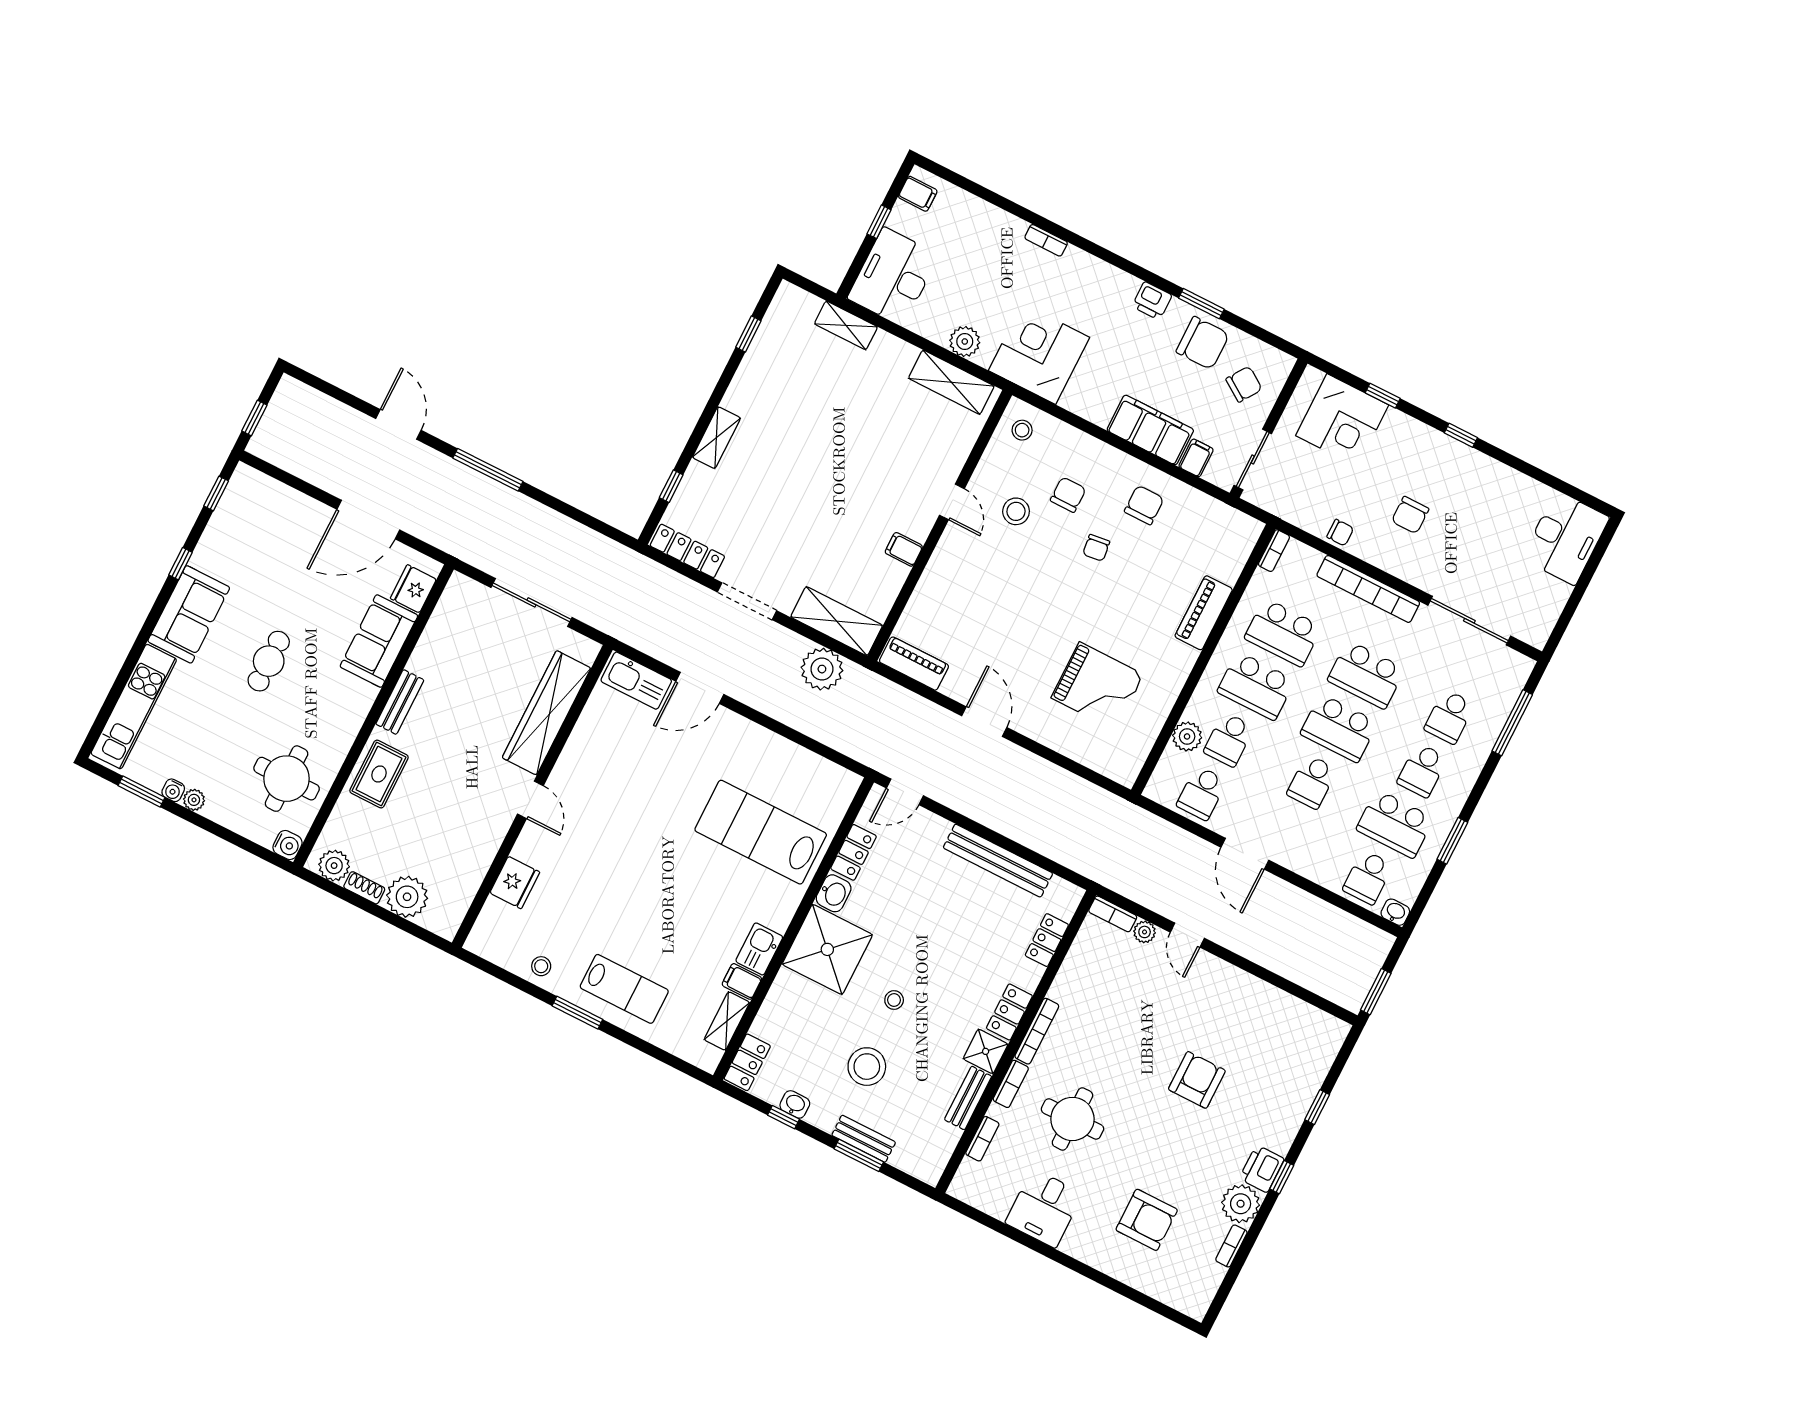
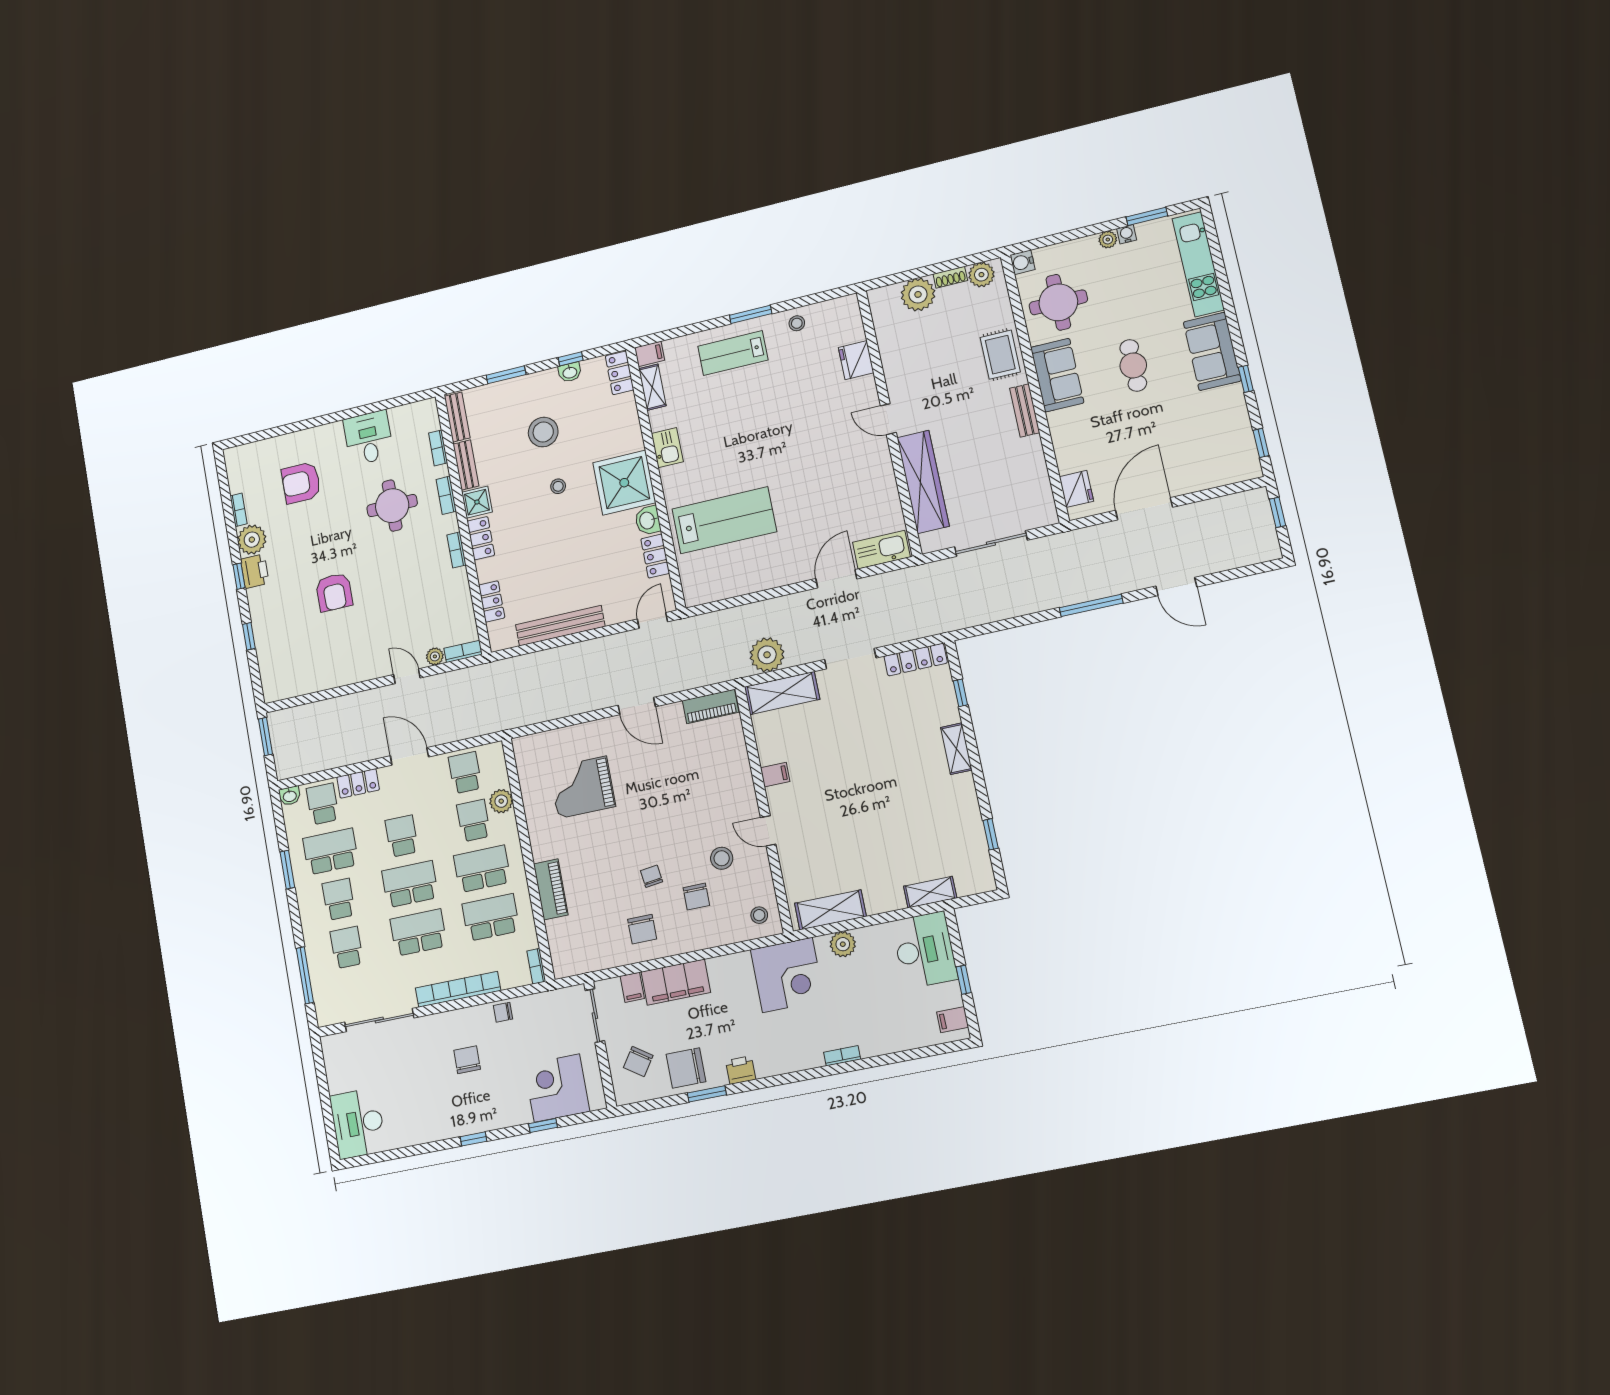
sofa: (379, 641) -> (1057, 375), moved
locker: (1317, 869) -> (358, 783), added
filing cabinet: (742, 981) -> (650, 354), moved
bookcase: (1037, 1031) -> (457, 550), width x0.64
bench: (864, 1139) -> (457, 417), moved, turned 90

